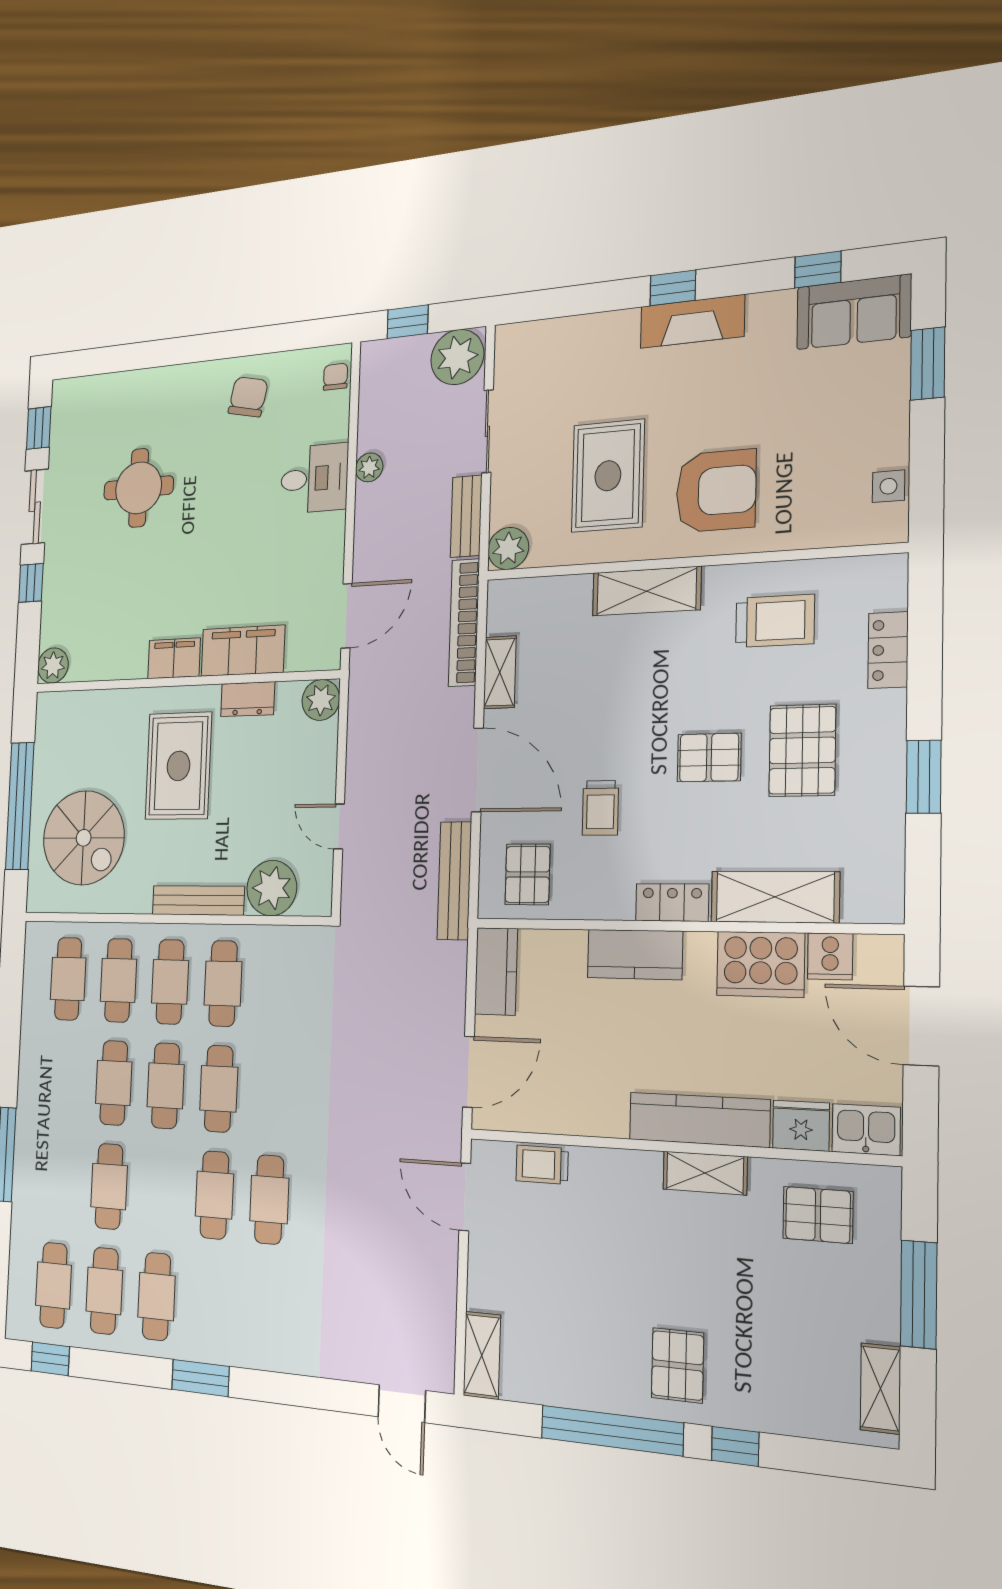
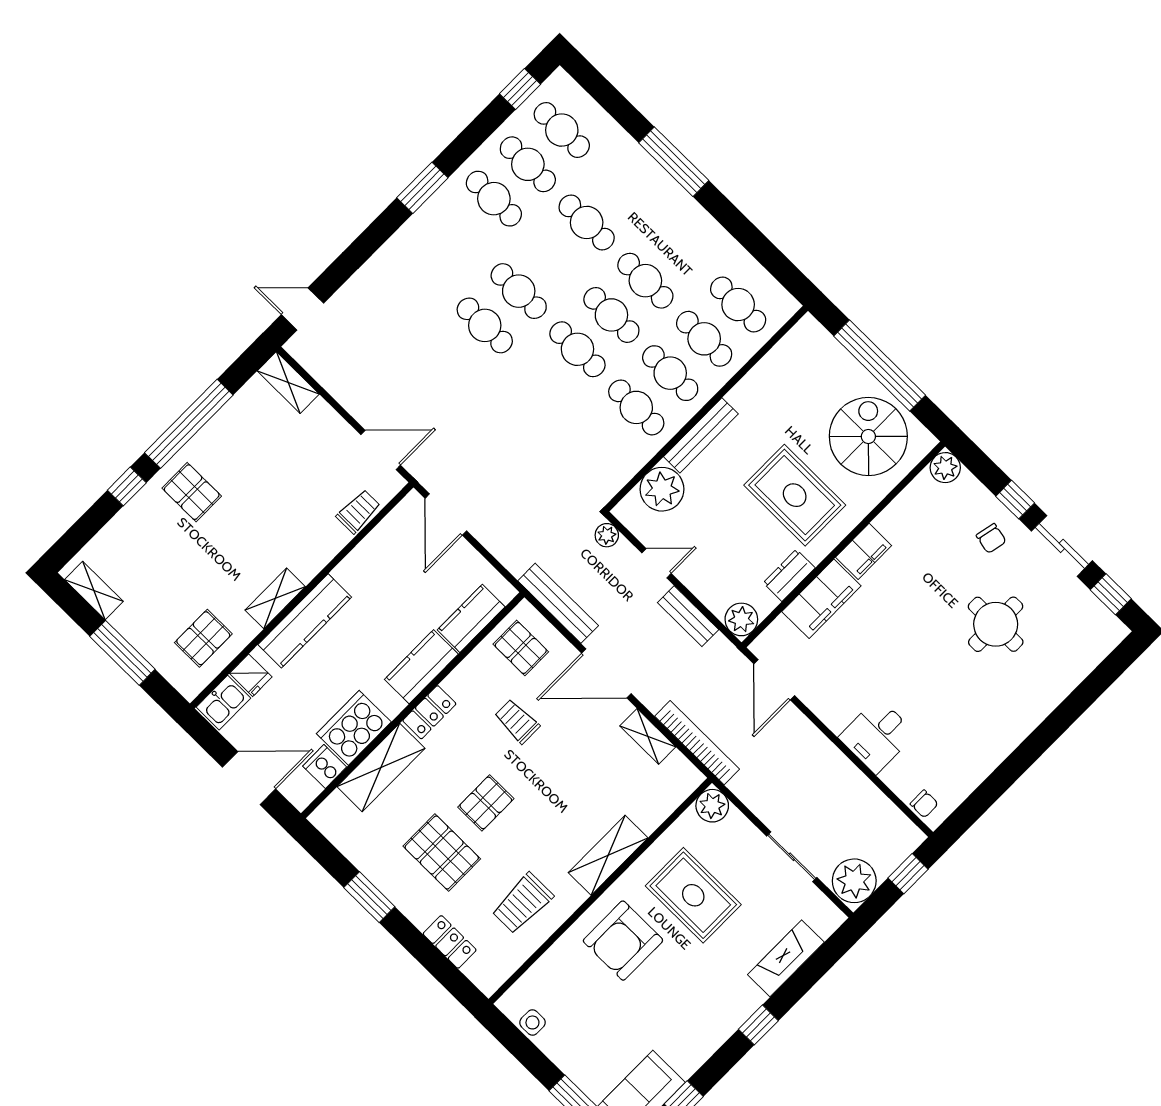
fireplace: (692, 321) -> (786, 958), moved
chair: (248, 397) -> (991, 538), moved, width x0.73, depth x0.73
plant: (369, 467) -> (607, 535), moved
bench: (466, 516) -> (688, 616), moved
spiral stairs: (84, 838) -> (868, 436), moved, turned 90
kitchen counter: (496, 971) -> (471, 618), moved, turned 90
fridge: (801, 1126) -> (251, 675), width x0.72

